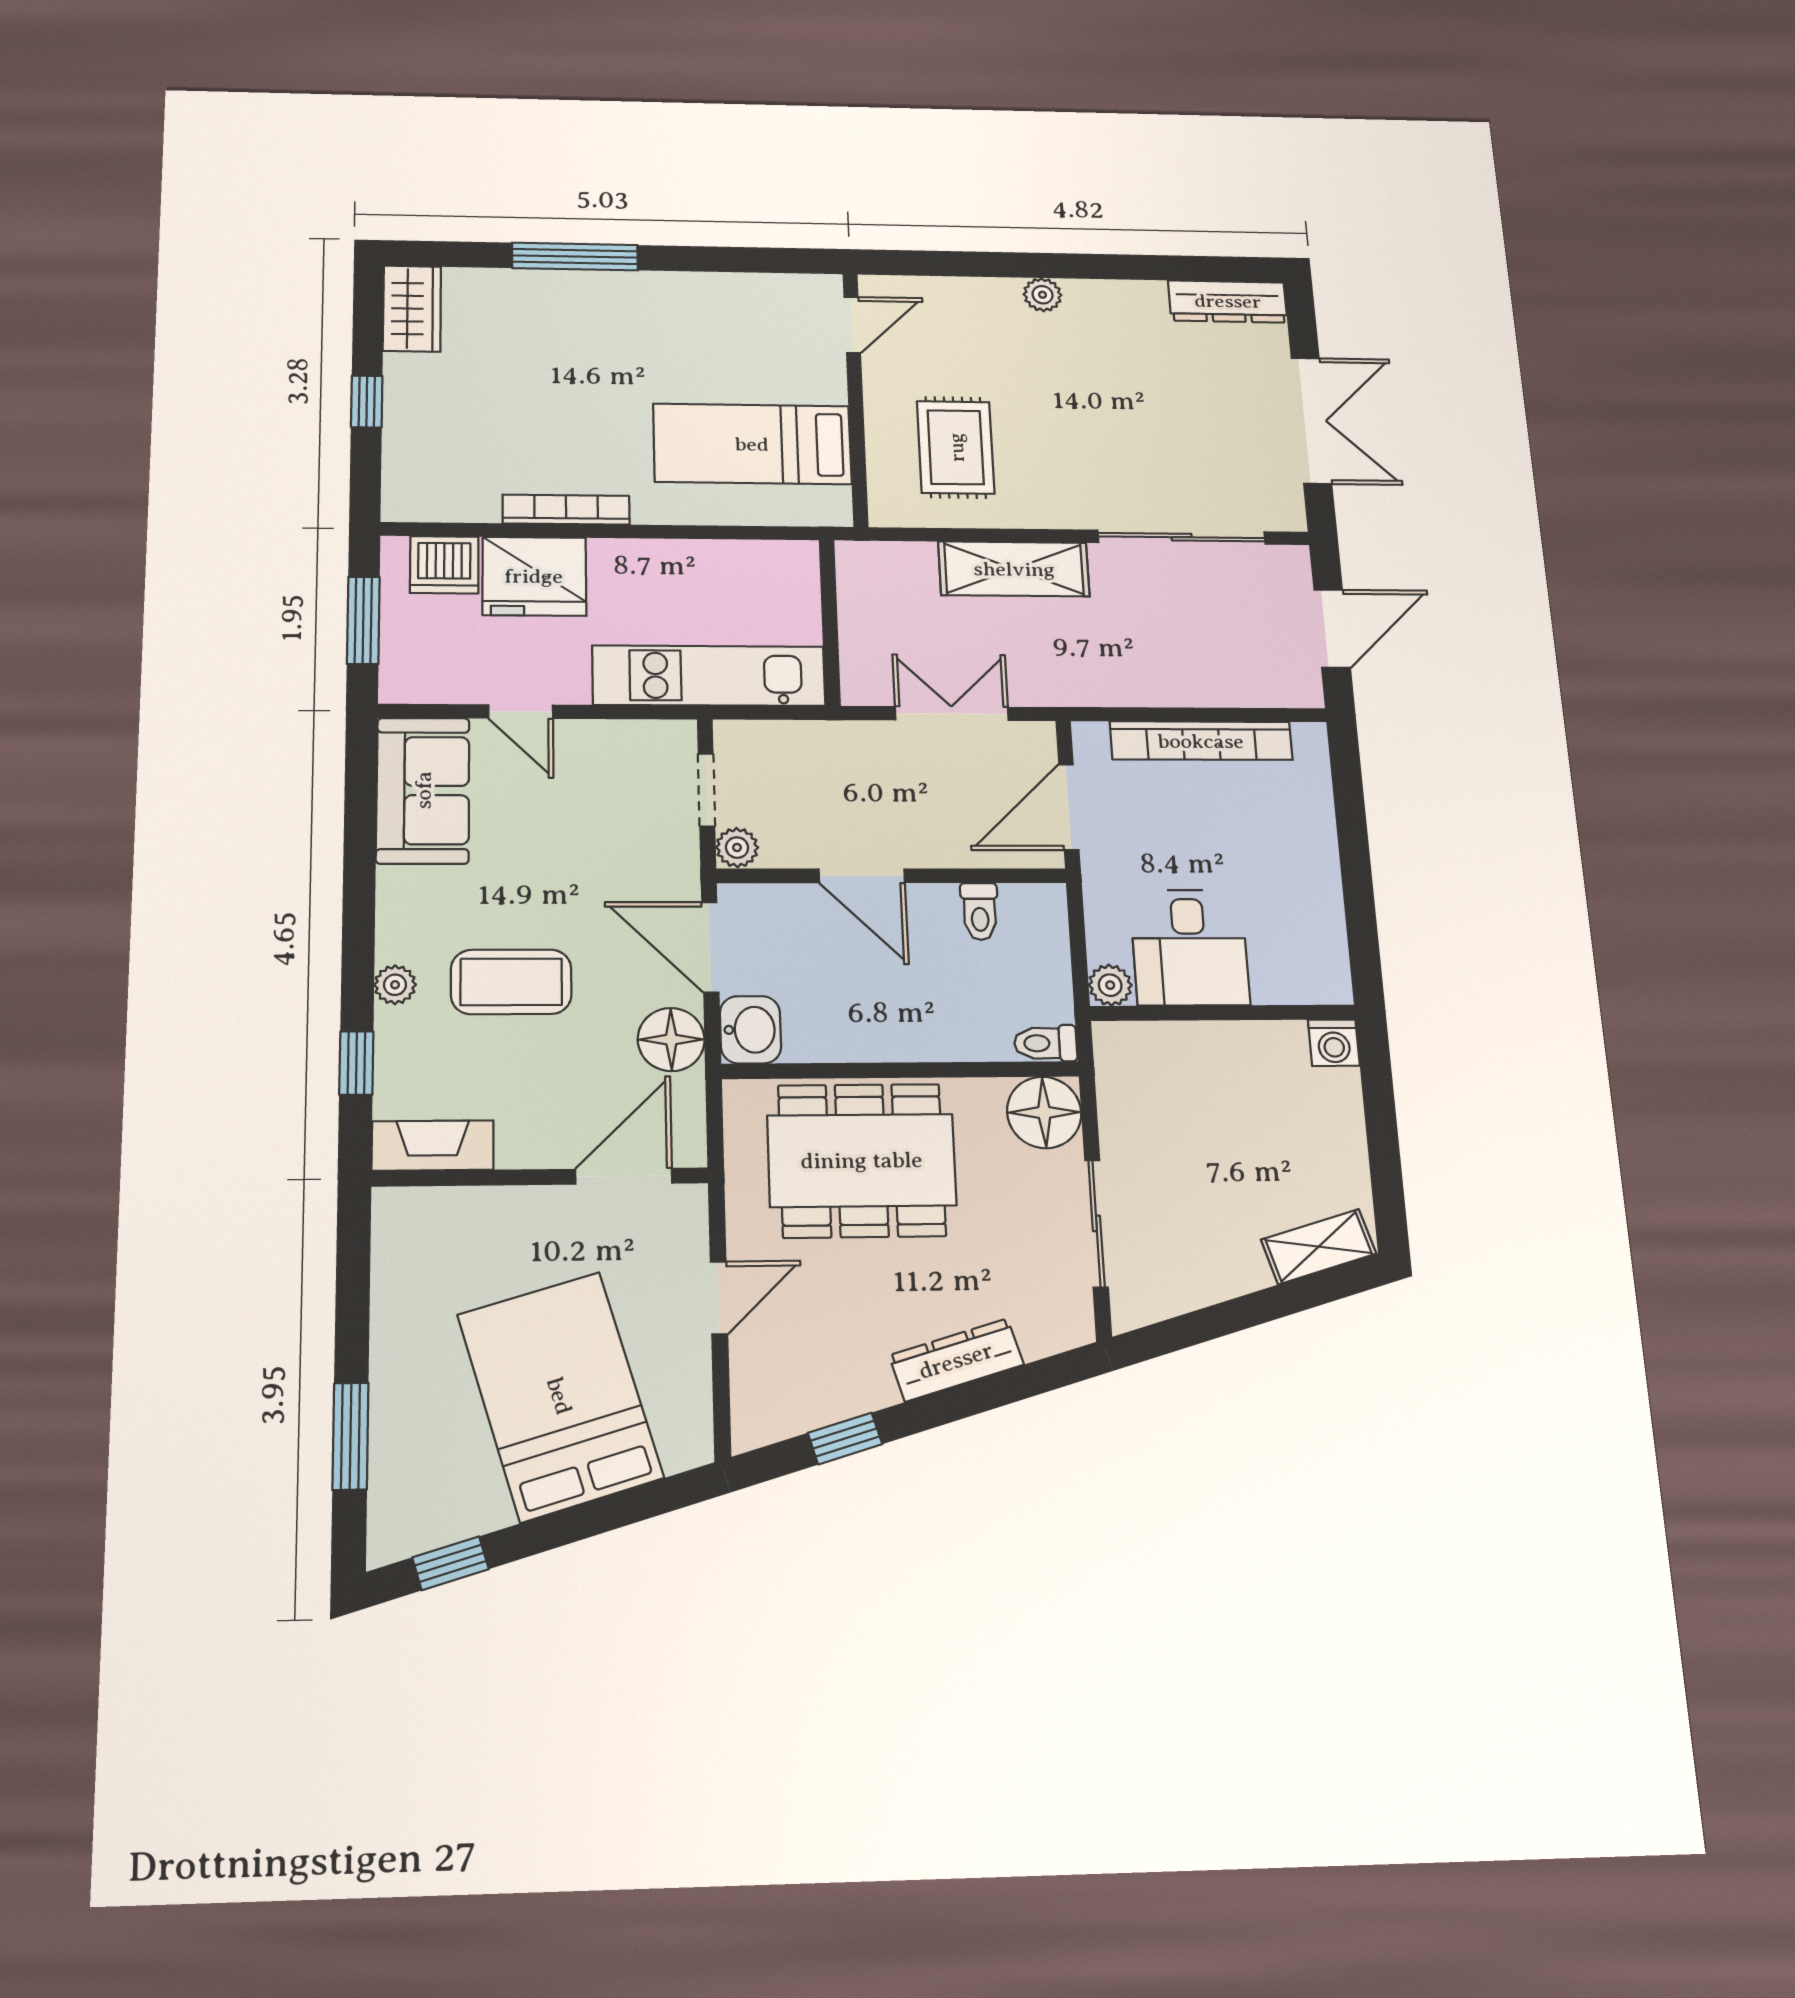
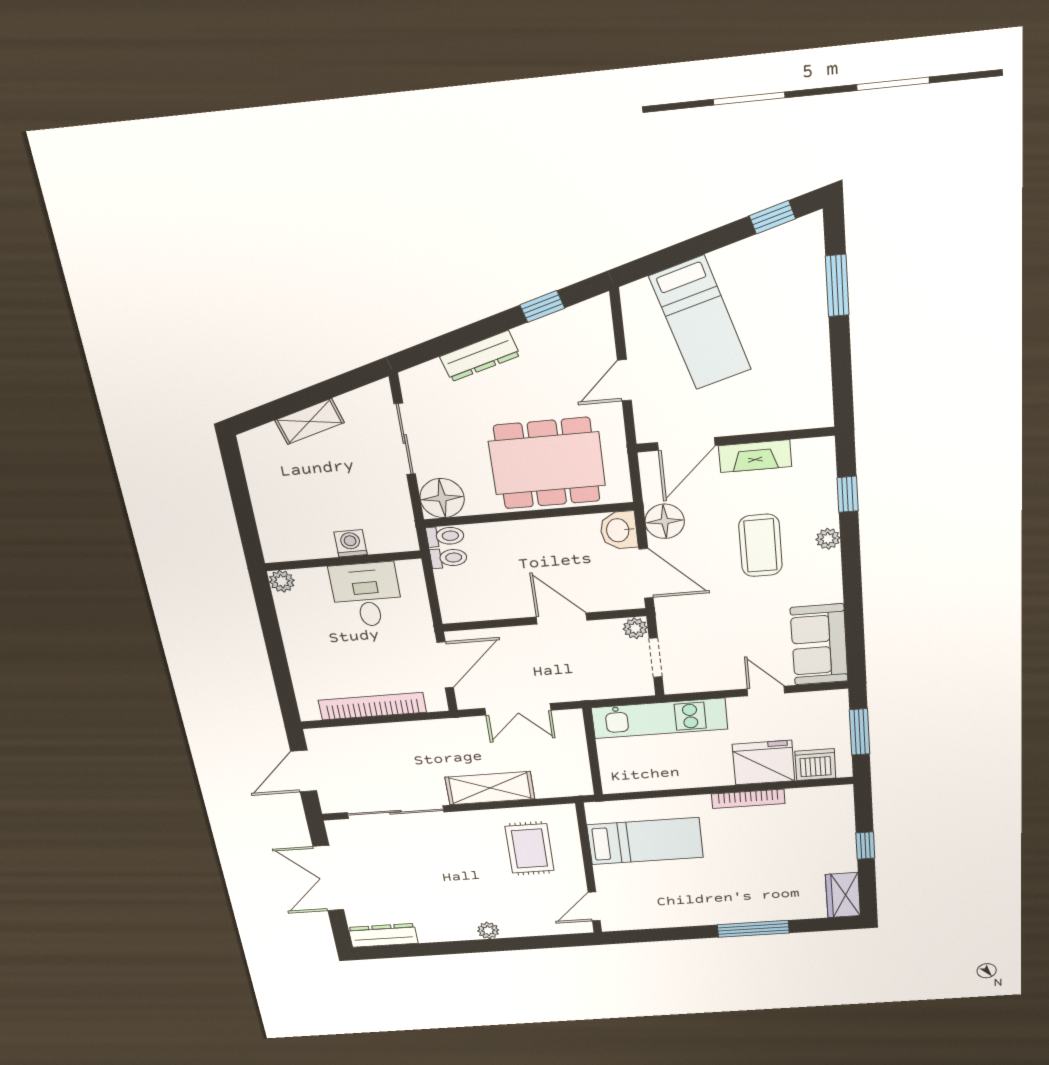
toilet: (980, 911) -> (449, 558), moved, turned 90
coffee table: (511, 982) -> (760, 546), turned 90
plant: (1110, 985) -> (282, 581), moved
washing machine: (1334, 1043) -> (351, 543), moved
fireplace: (433, 1145) -> (755, 456), moved
shelving: (1319, 1247) -> (310, 421), moved
bed: (560, 1396) -> (700, 323), width x0.67

